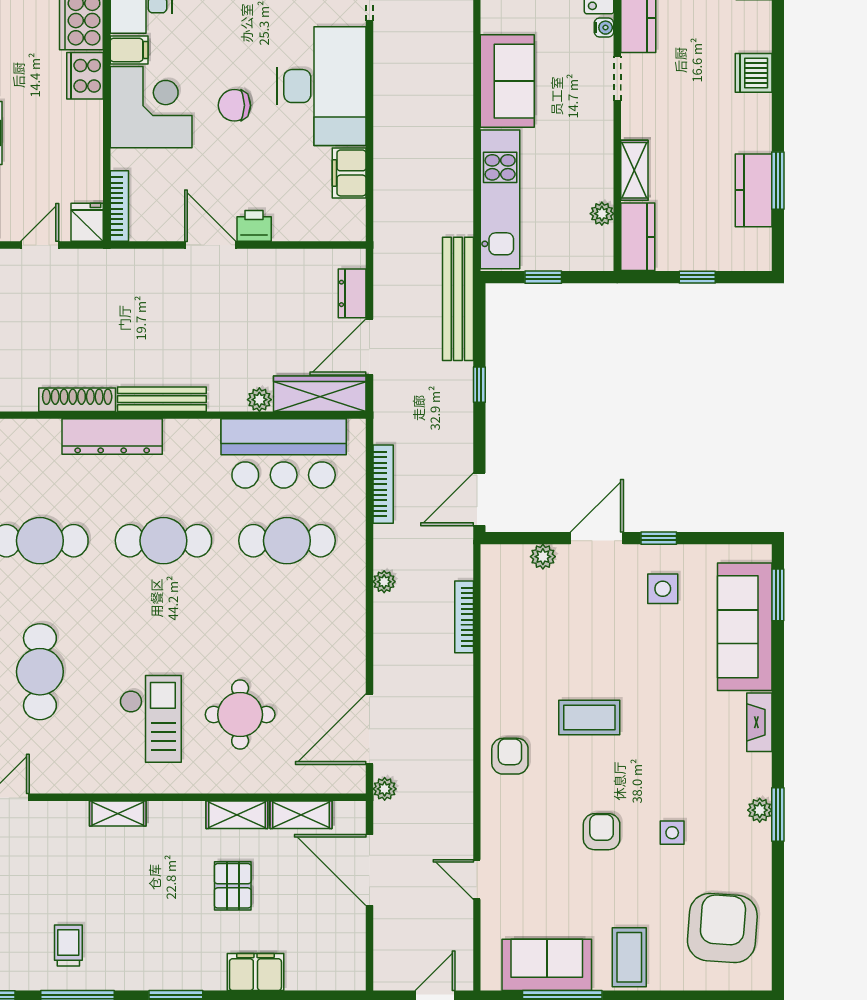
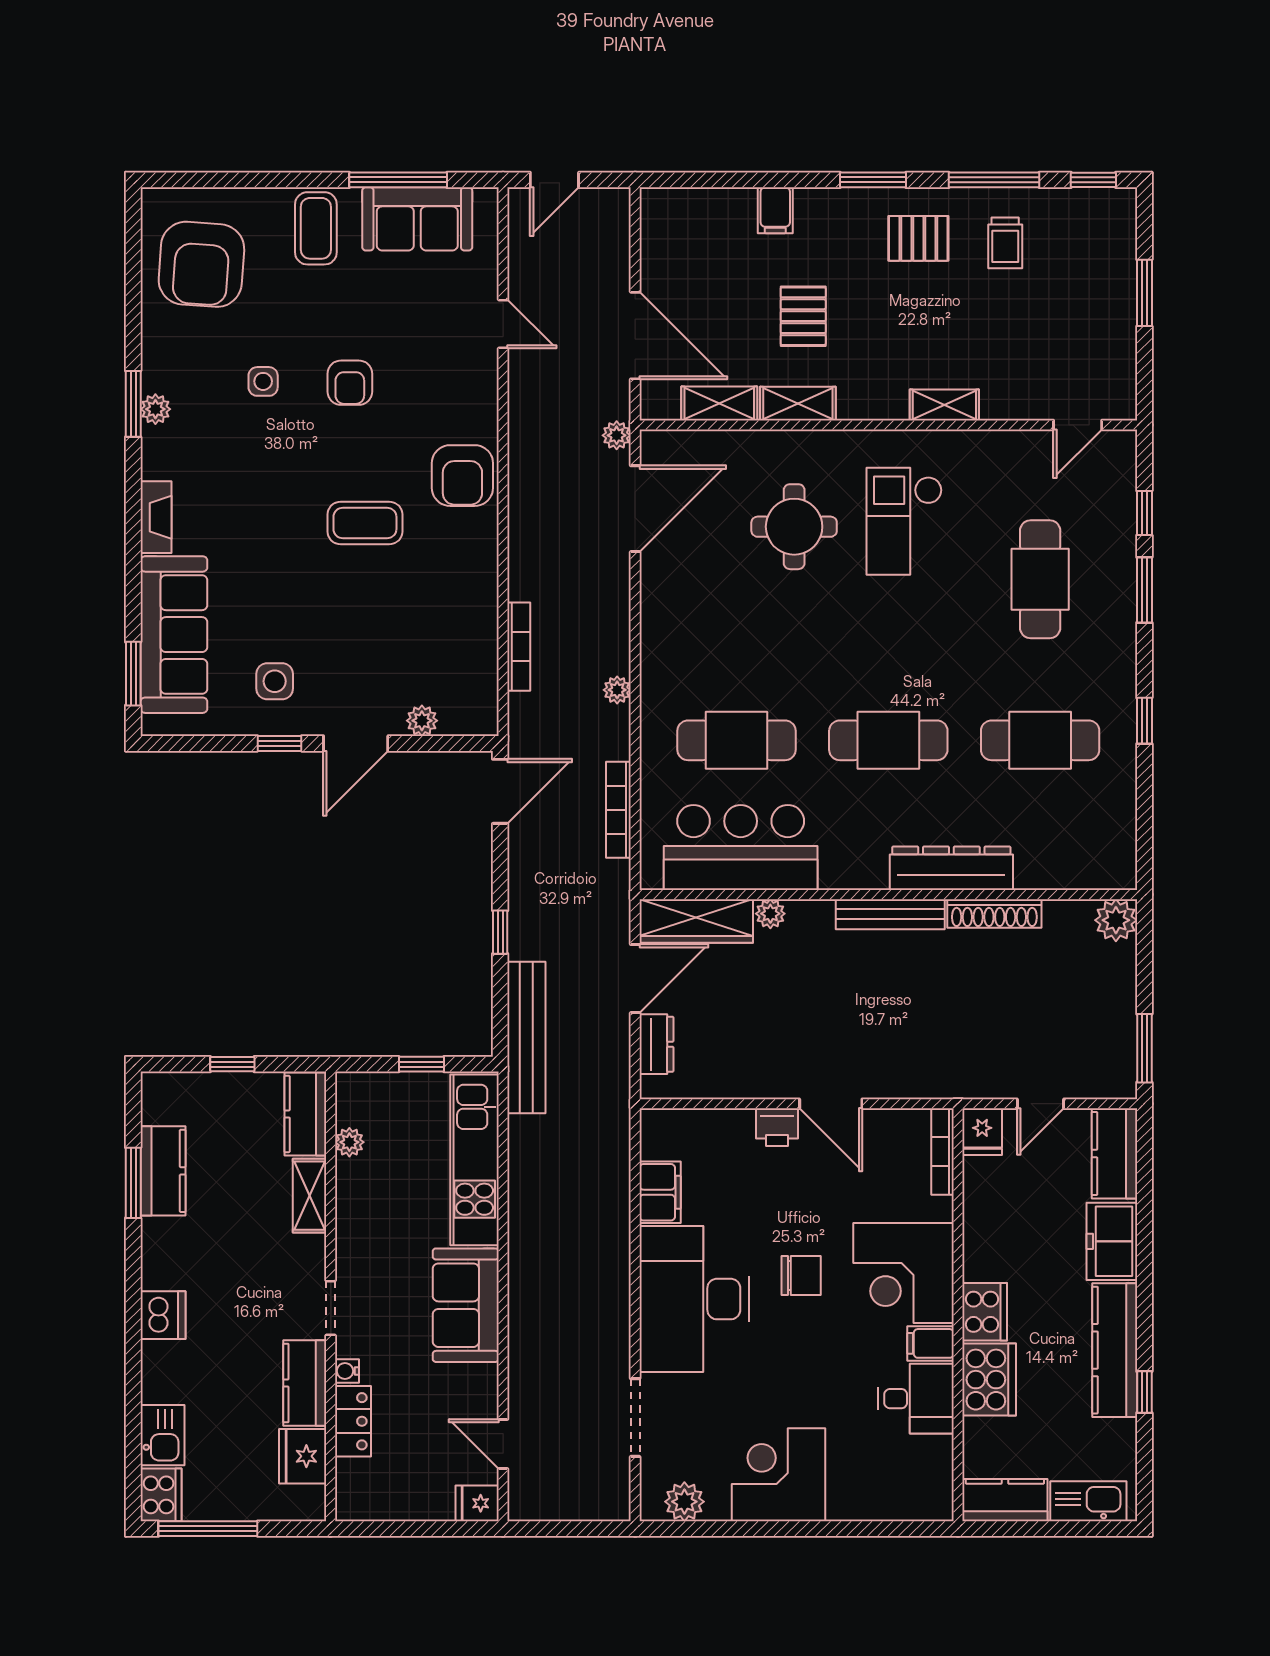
armchair: (510, 756) -> (462, 476), width x1.38, depth x1.38
pallet: (139, 949) -> (918, 238), added
filing cabinet: (255, 972) -> (775, 210), width x0.50

